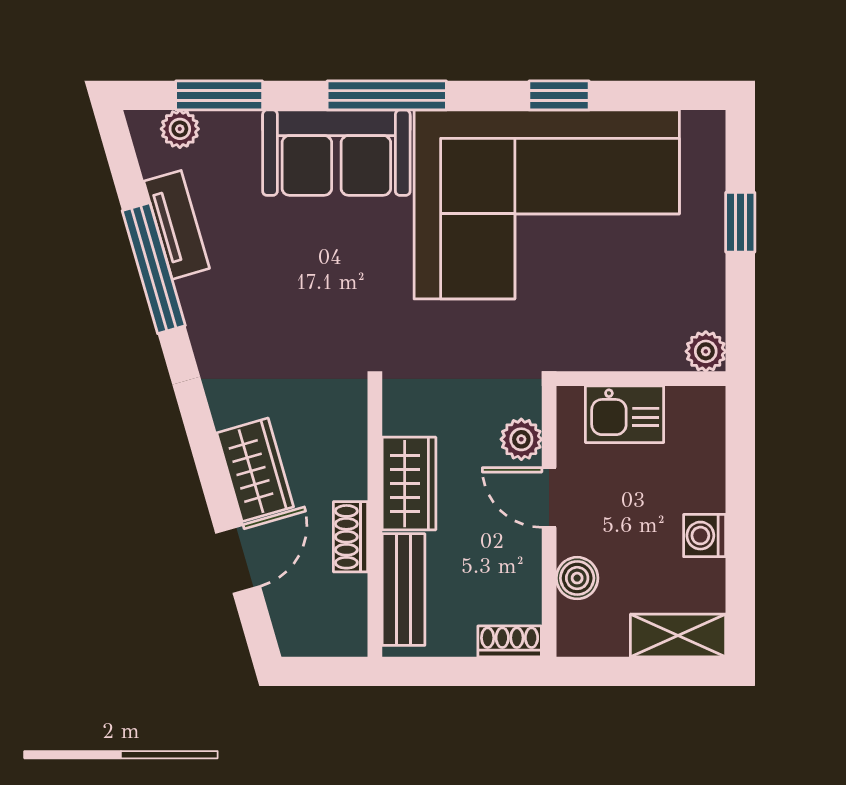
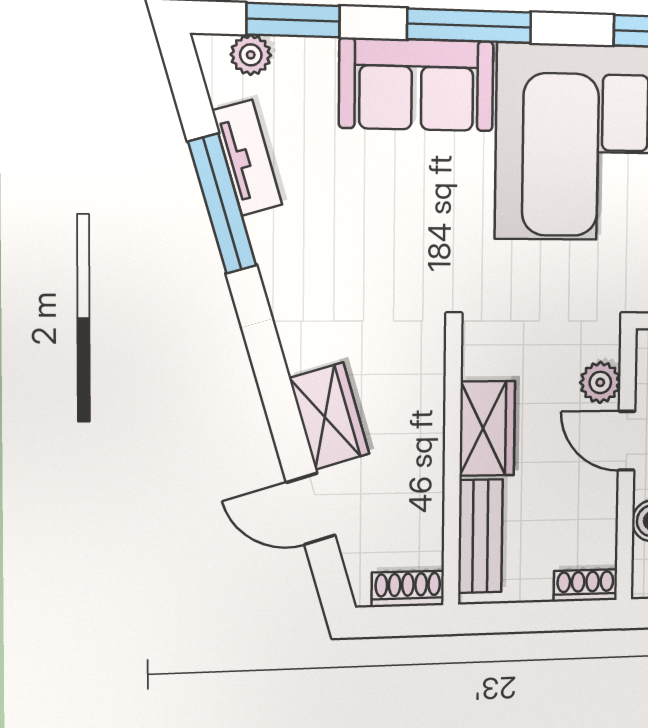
shoe rack: (351, 537) -> (408, 589), moved, turned 90
door: (238, 559) -> (311, 509), swing flipped

